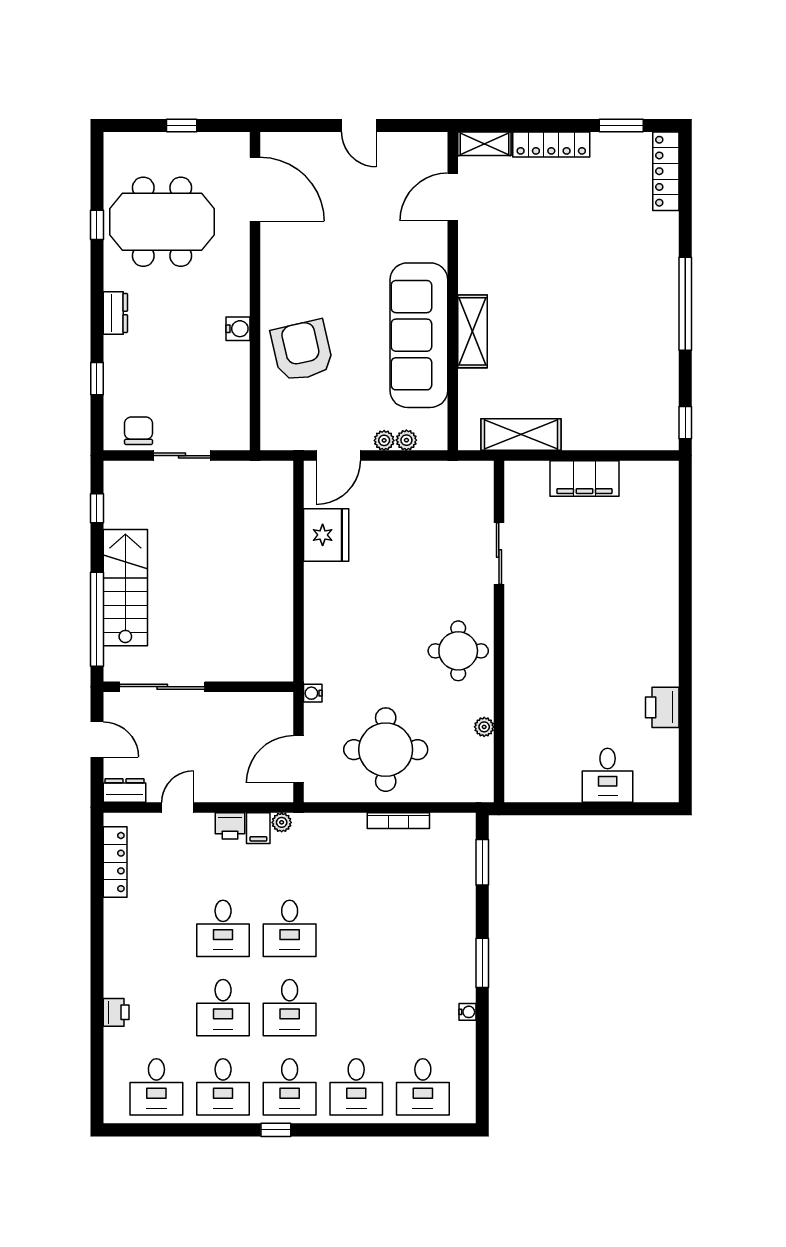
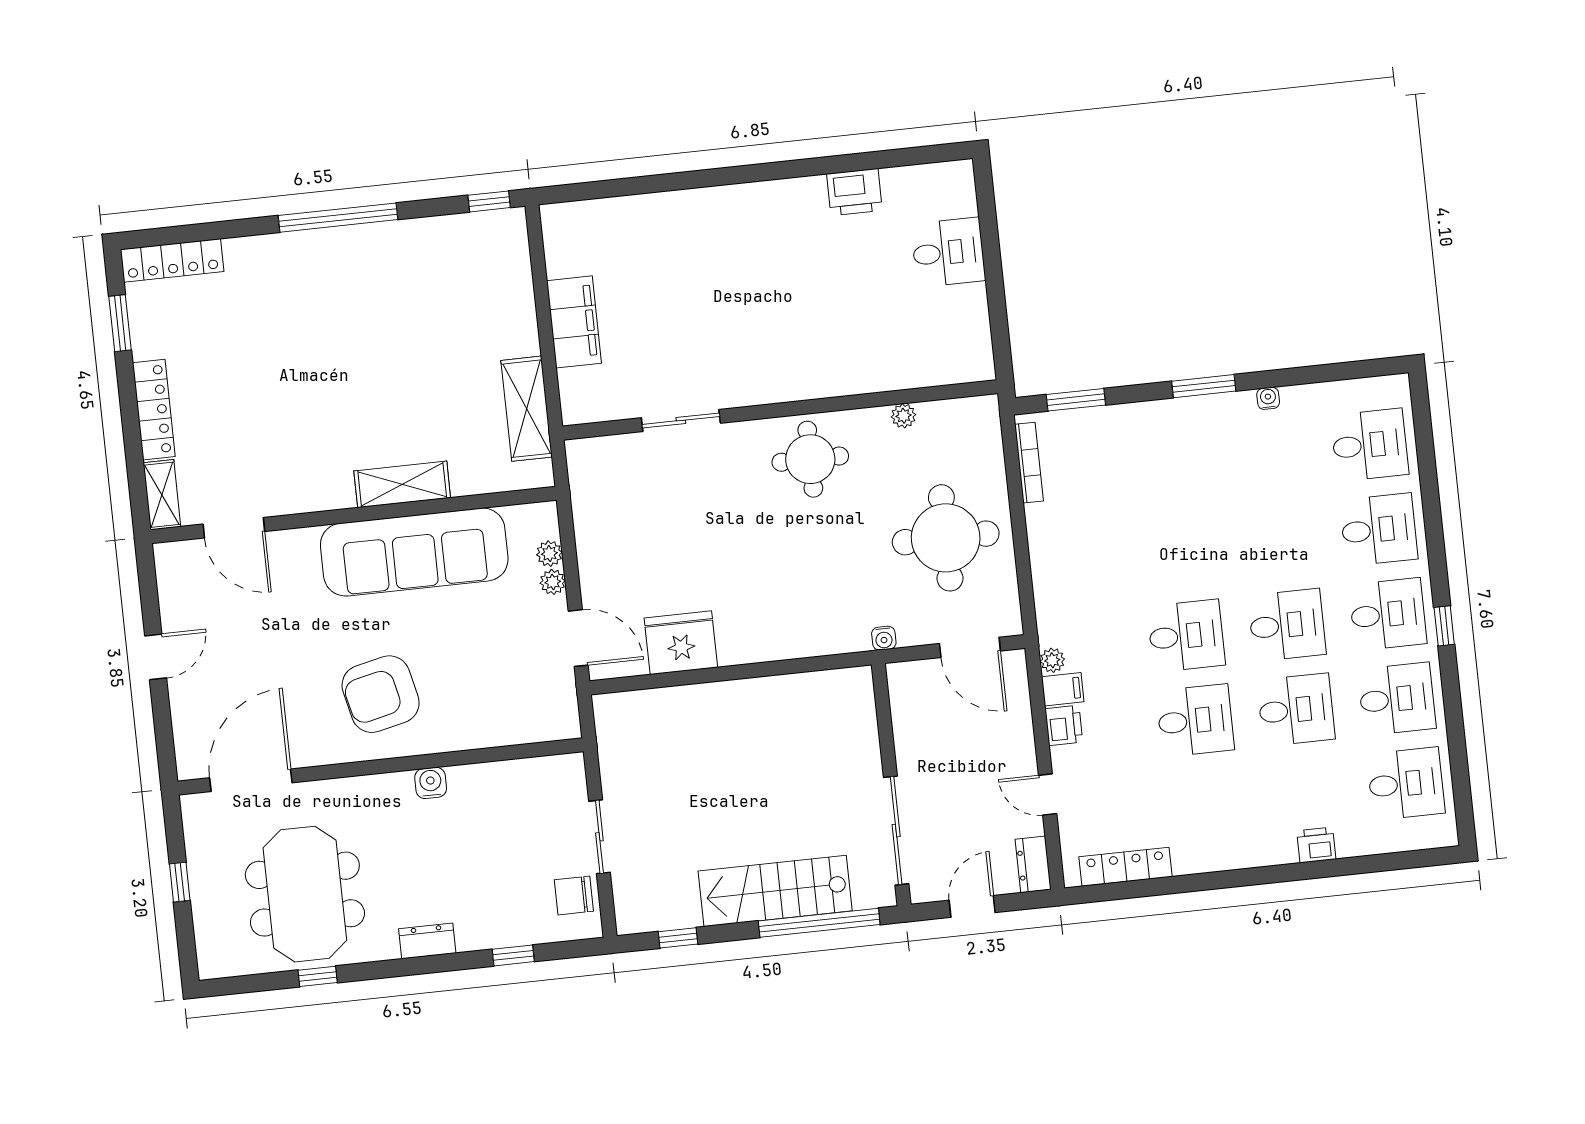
armchair: (302, 351) -> (381, 694), moved
bookcase: (398, 821) -> (1029, 463), moved

